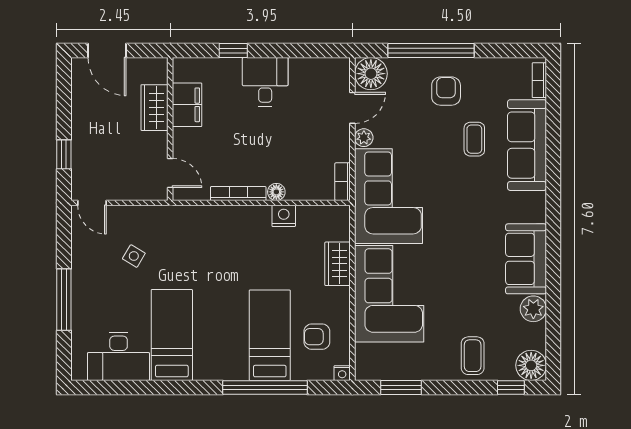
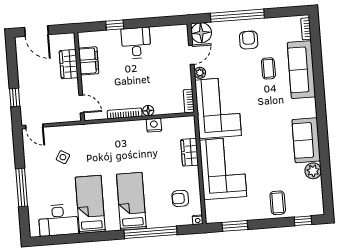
bed: (270, 335) -> (131, 201), moved
floor lamp: (531, 365) -> (314, 206), removed

